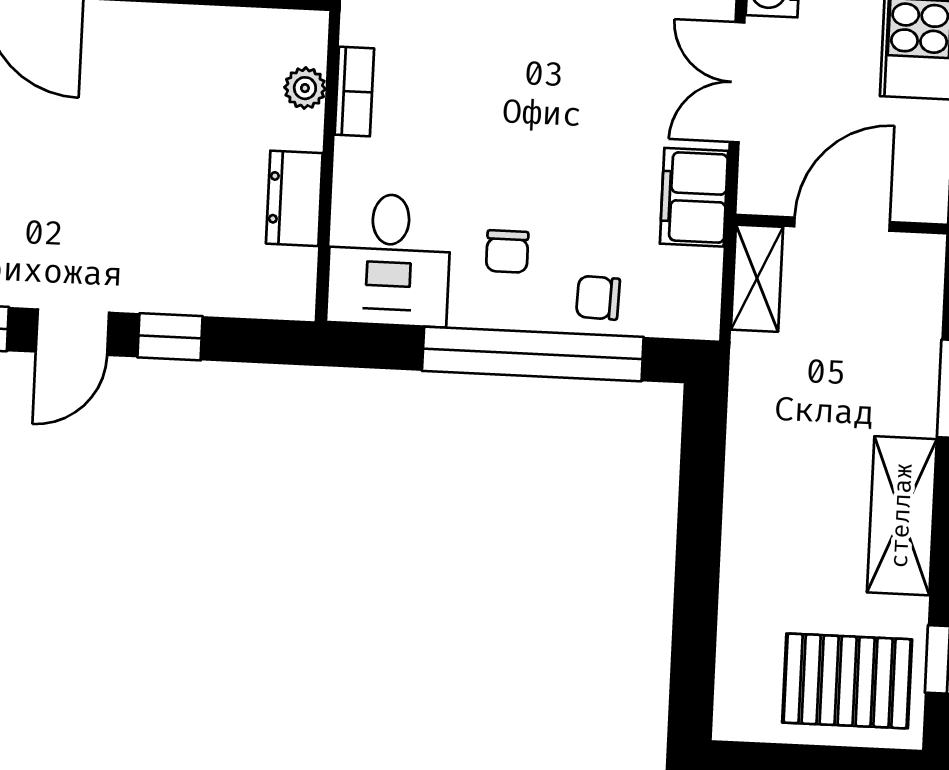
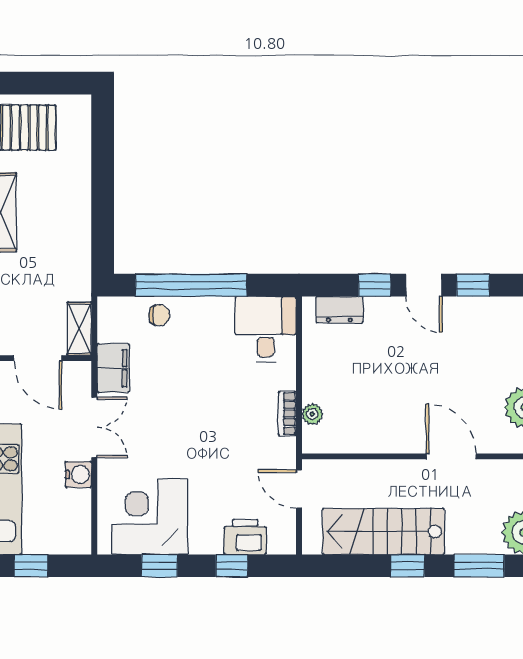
dresser: (294, 198) -> (339, 310), moved, turned 90
door: (842, 224) -> (38, 358), hinge flipped
chair: (507, 251) -> (206, 336), removed
door: (72, 332) -> (424, 285), swing flipped

